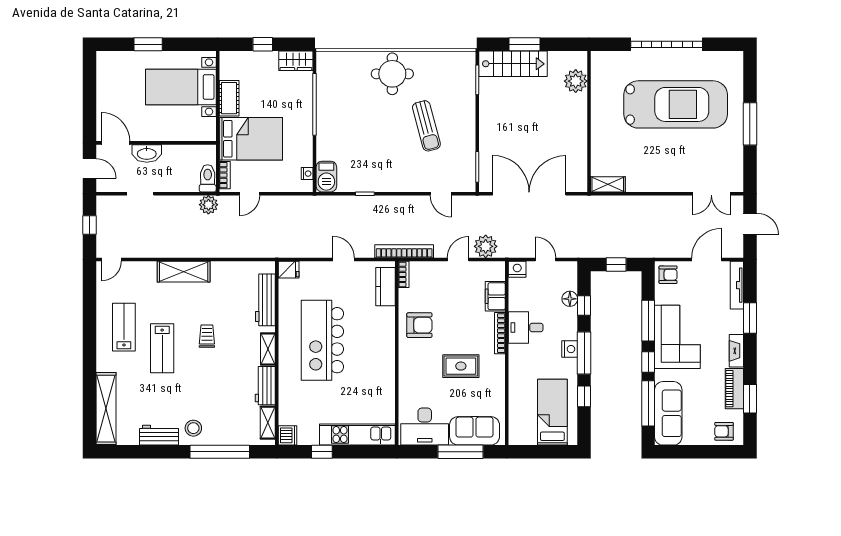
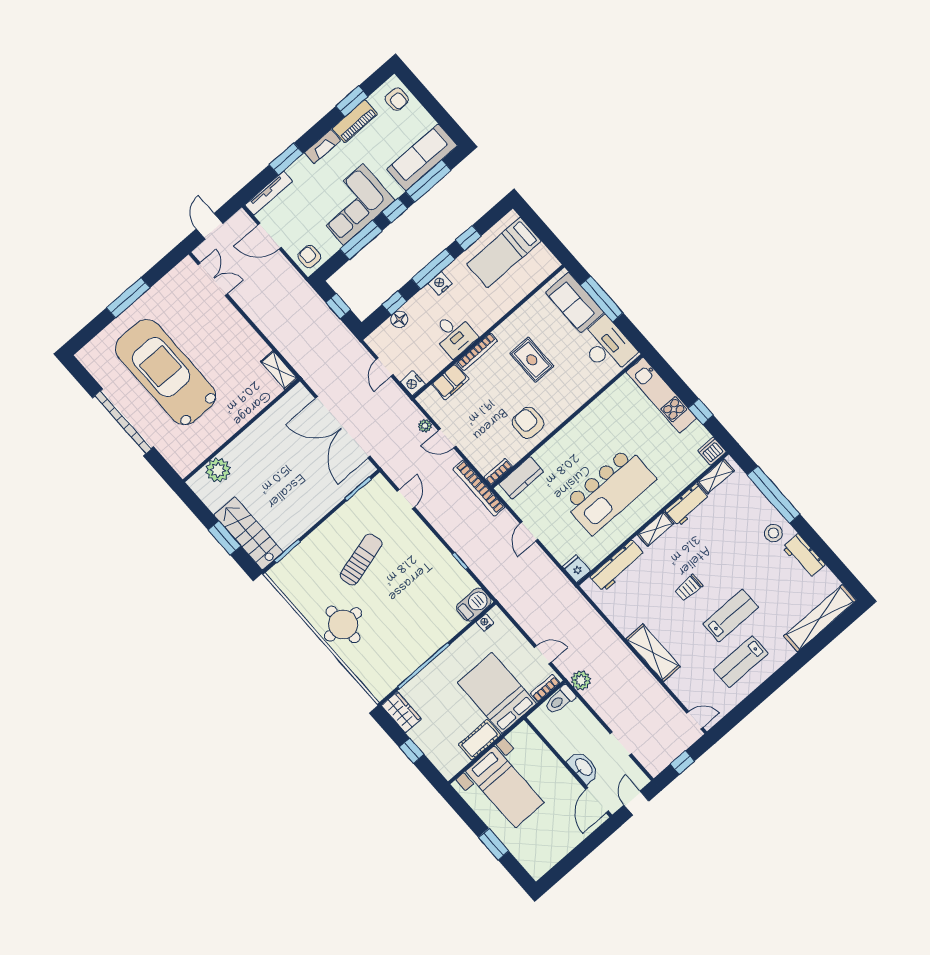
plant: (486, 246) -> (425, 426), width x0.53, depth x0.53

